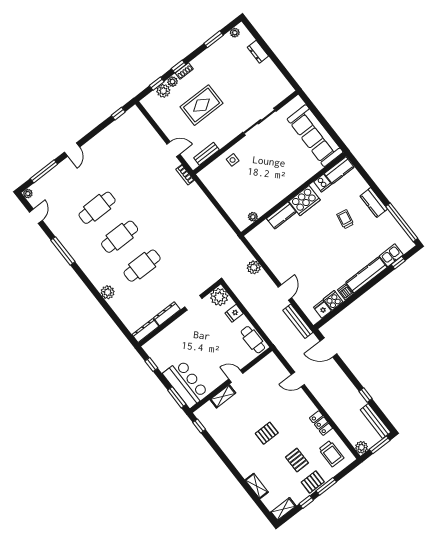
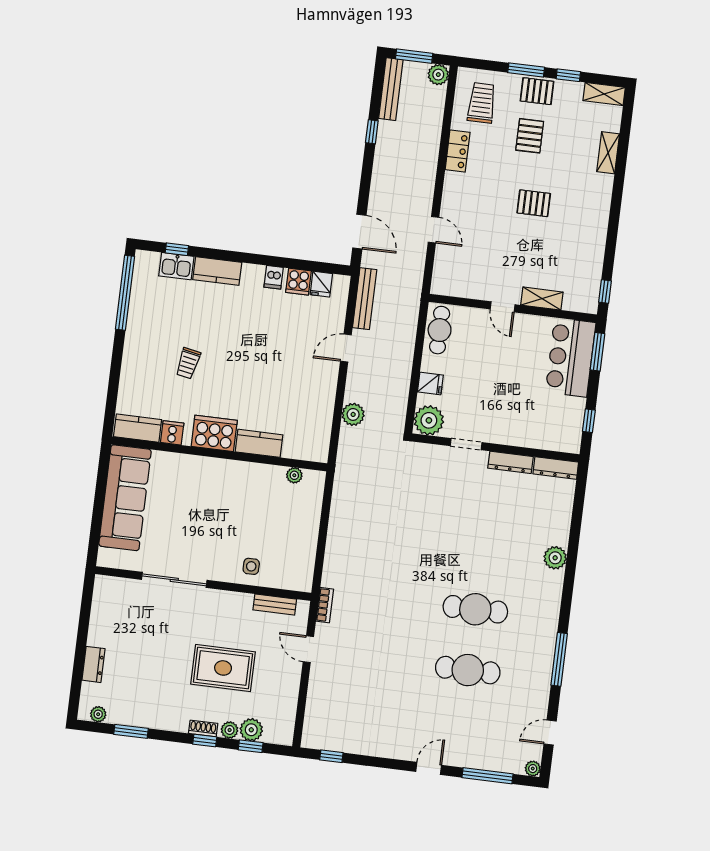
kitchen counter: (374, 203) -> (135, 349), removed
cafe table: (142, 266) -> (483, 548), removed
kitchen counter: (366, 275) -> (217, 271), width x0.67

